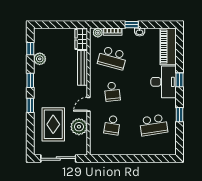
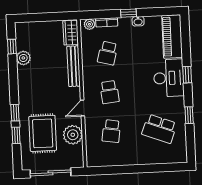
school desk: (112, 58) -> (108, 53), width x0.54
window: (30, 80) -> (16, 135), moved
school desk: (153, 125) -> (159, 129), turned 30

